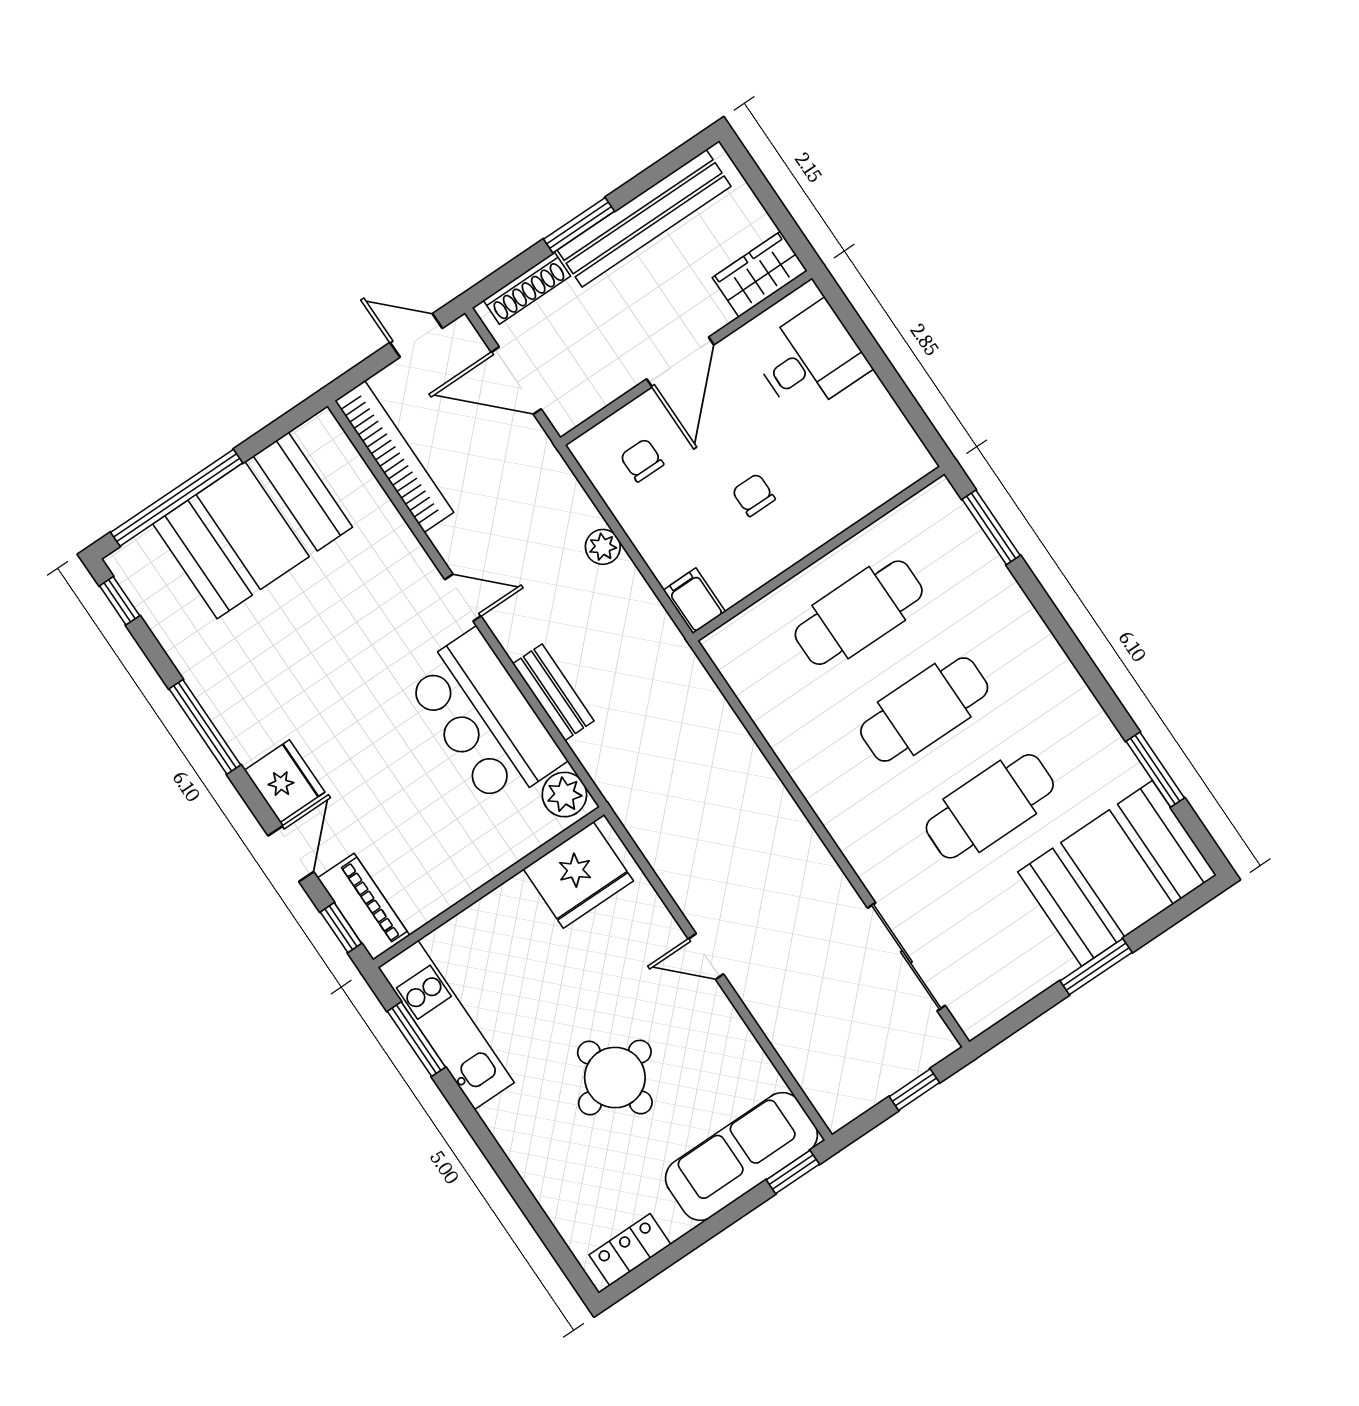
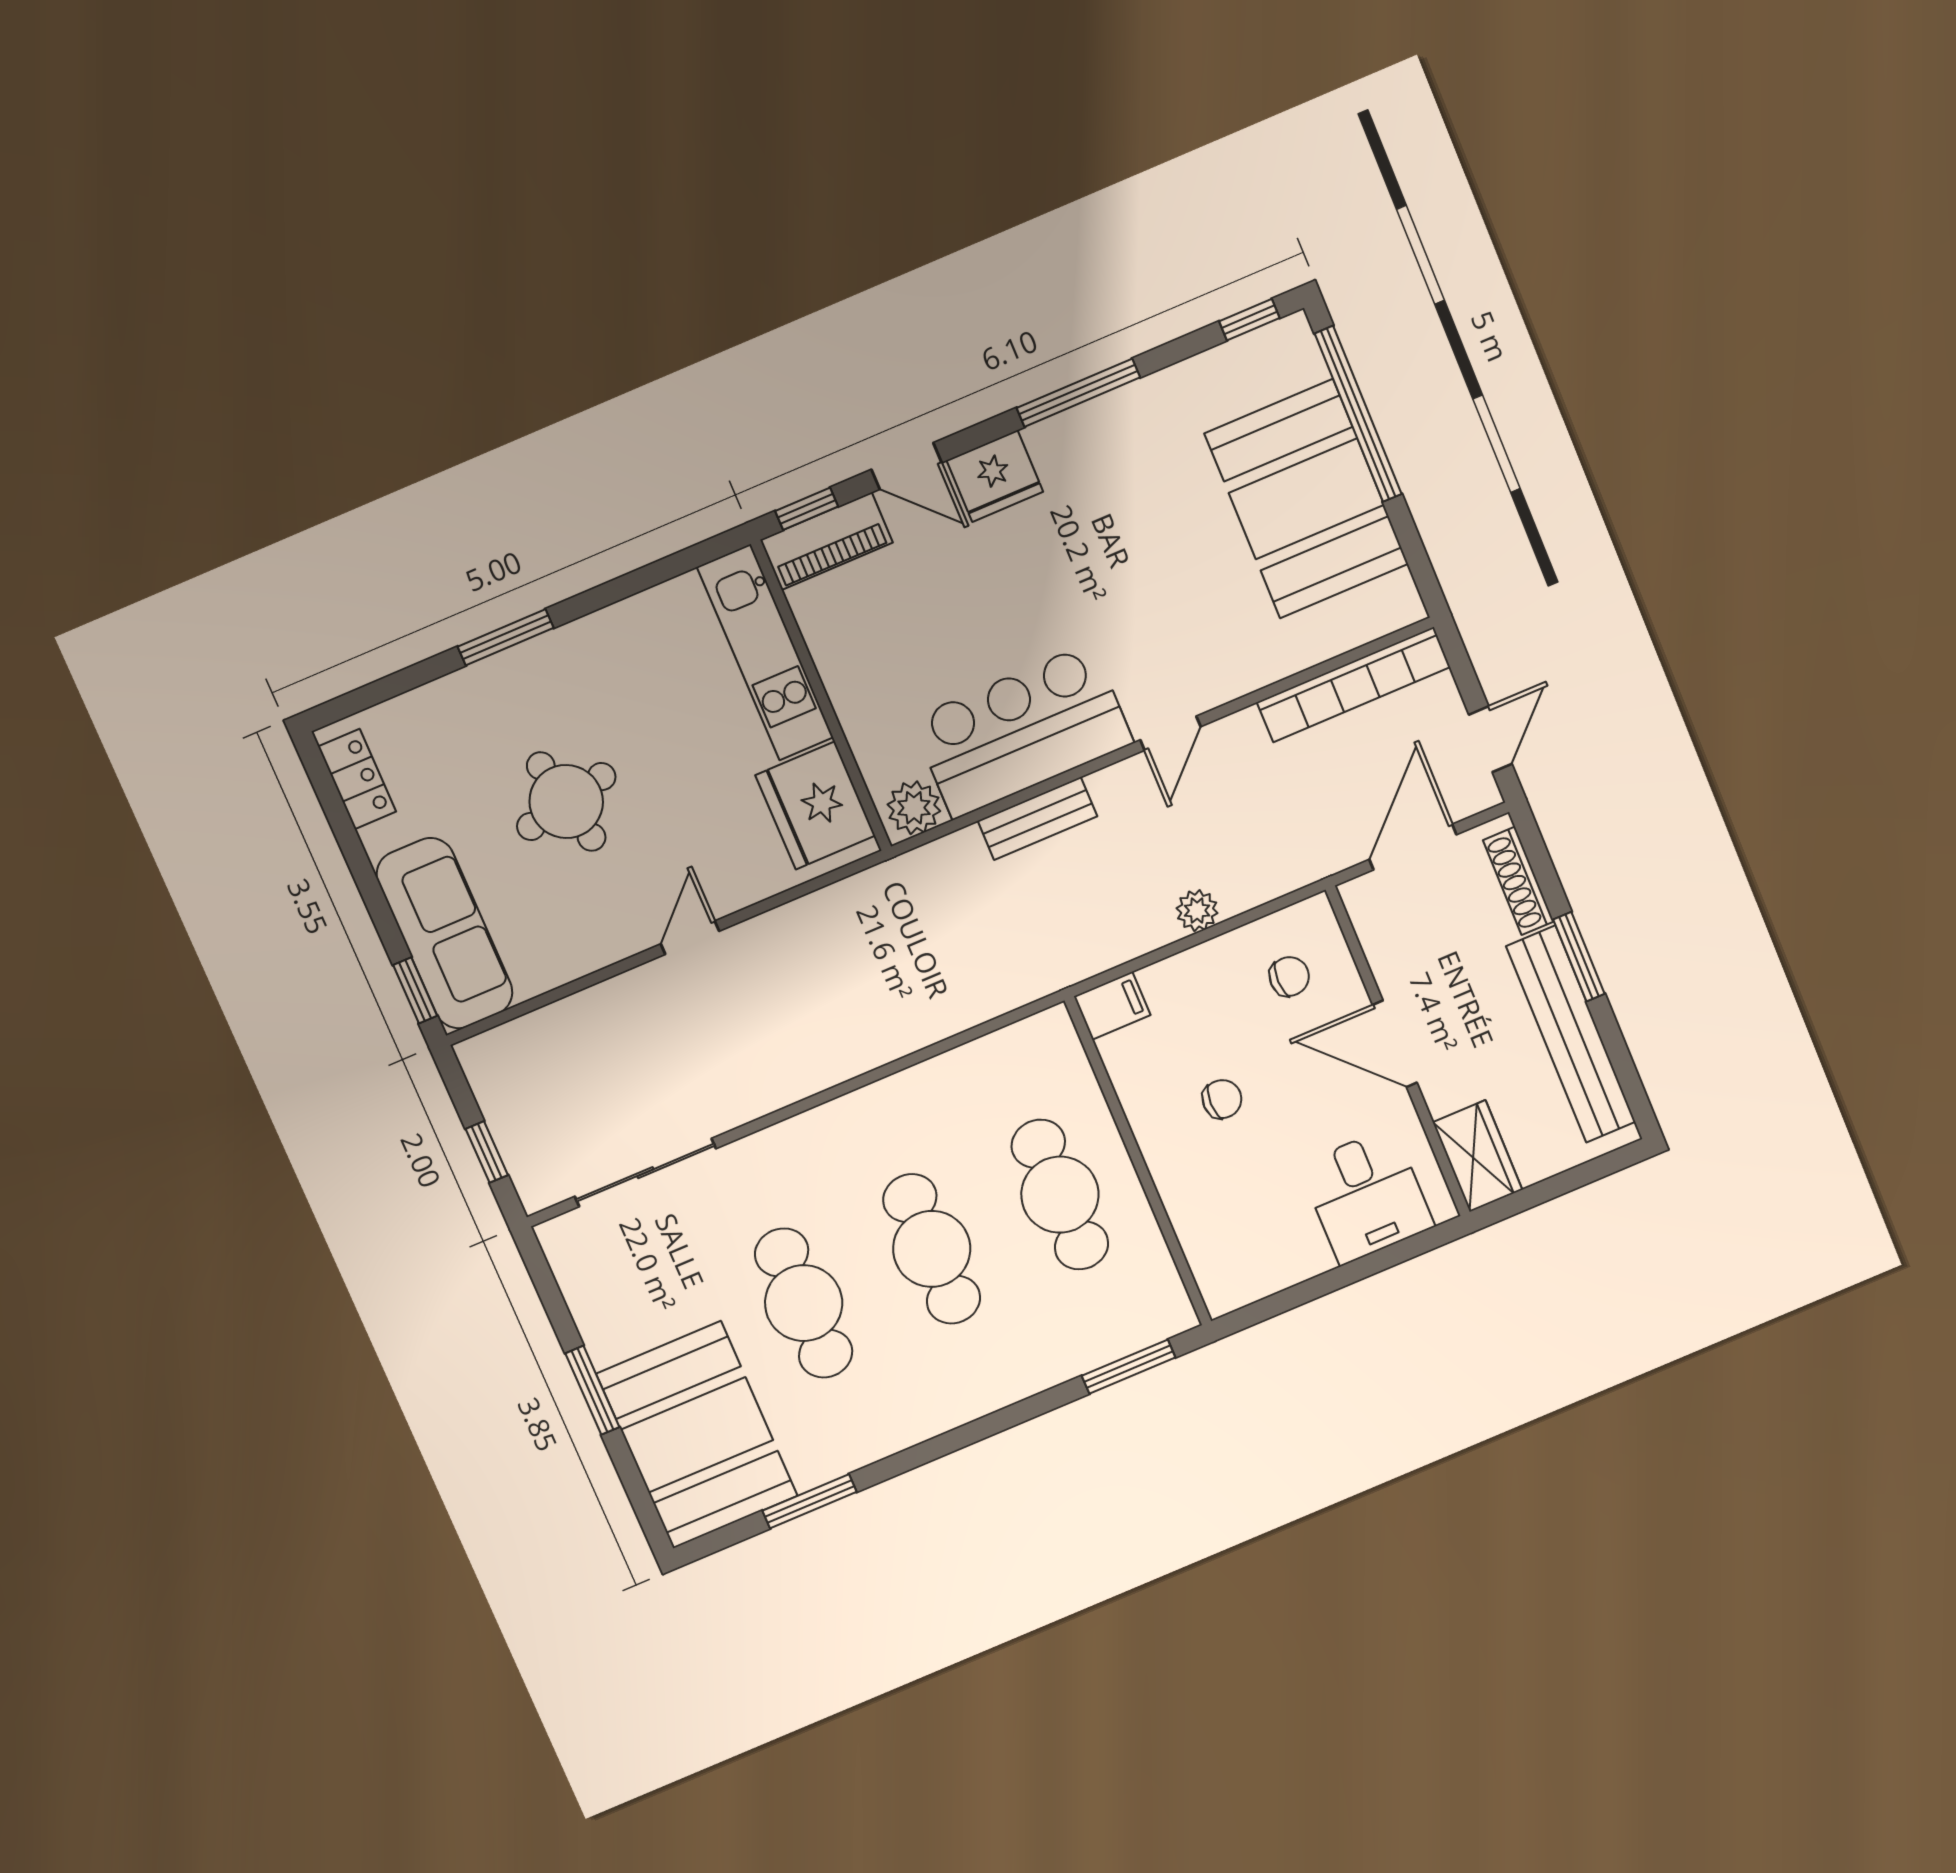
kitchen unit: (446, 1025) -> (765, 652), moved, turned 90
window: (416, 1039) -> (506, 637), moved

